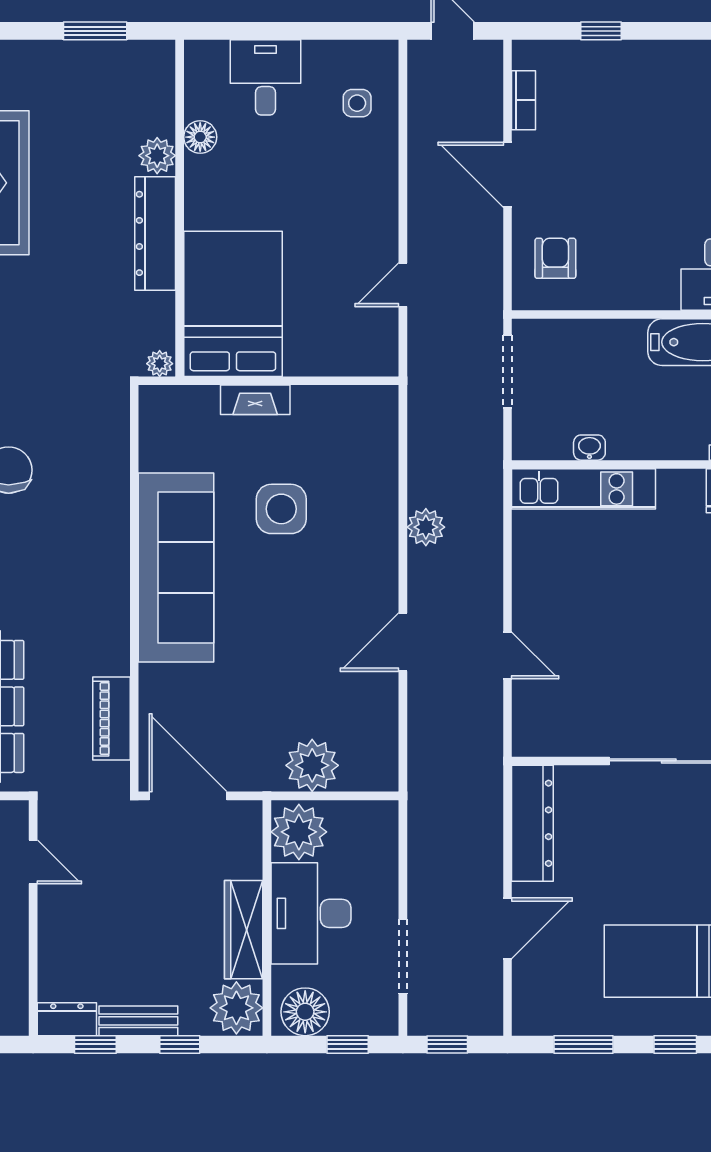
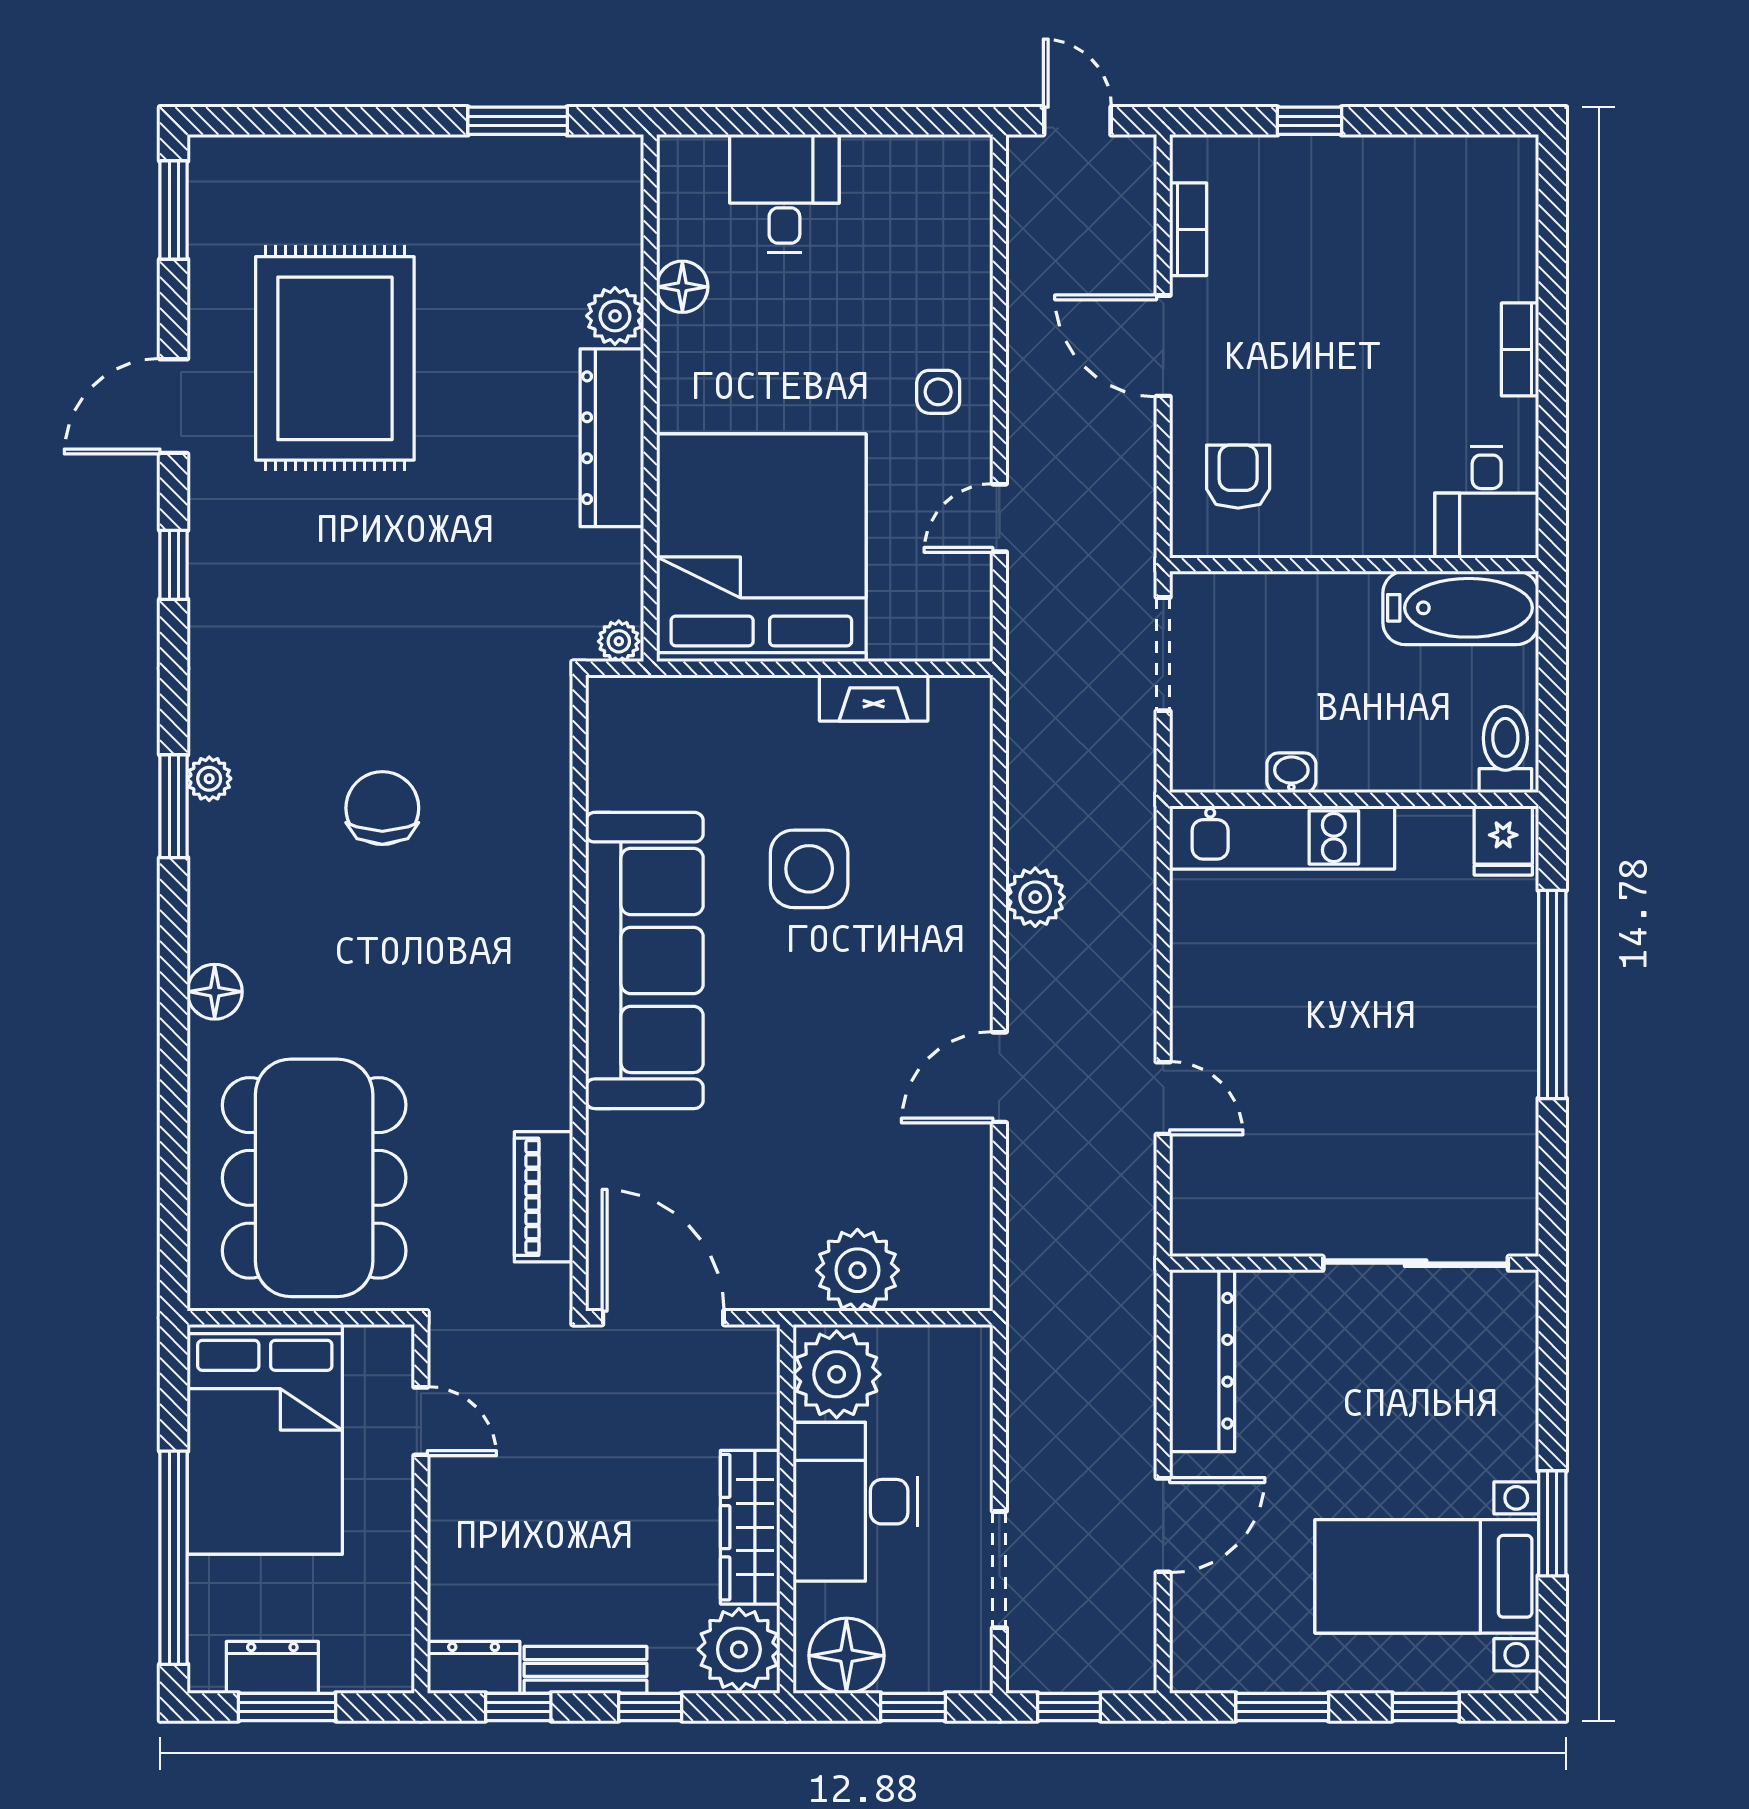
side table: (357, 103) -> (938, 392), moved
bed: (233, 304) -> (761, 548), width x1.36
fireplace: (255, 400) -> (874, 698), moved

